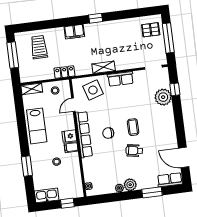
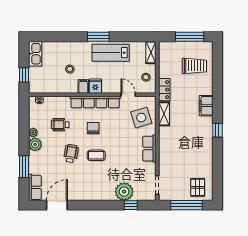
shelving: (104, 67) -> (164, 114), moved
wheelchair: (109, 164) -> (60, 125), added
window: (27, 166) -> (98, 37), moved

